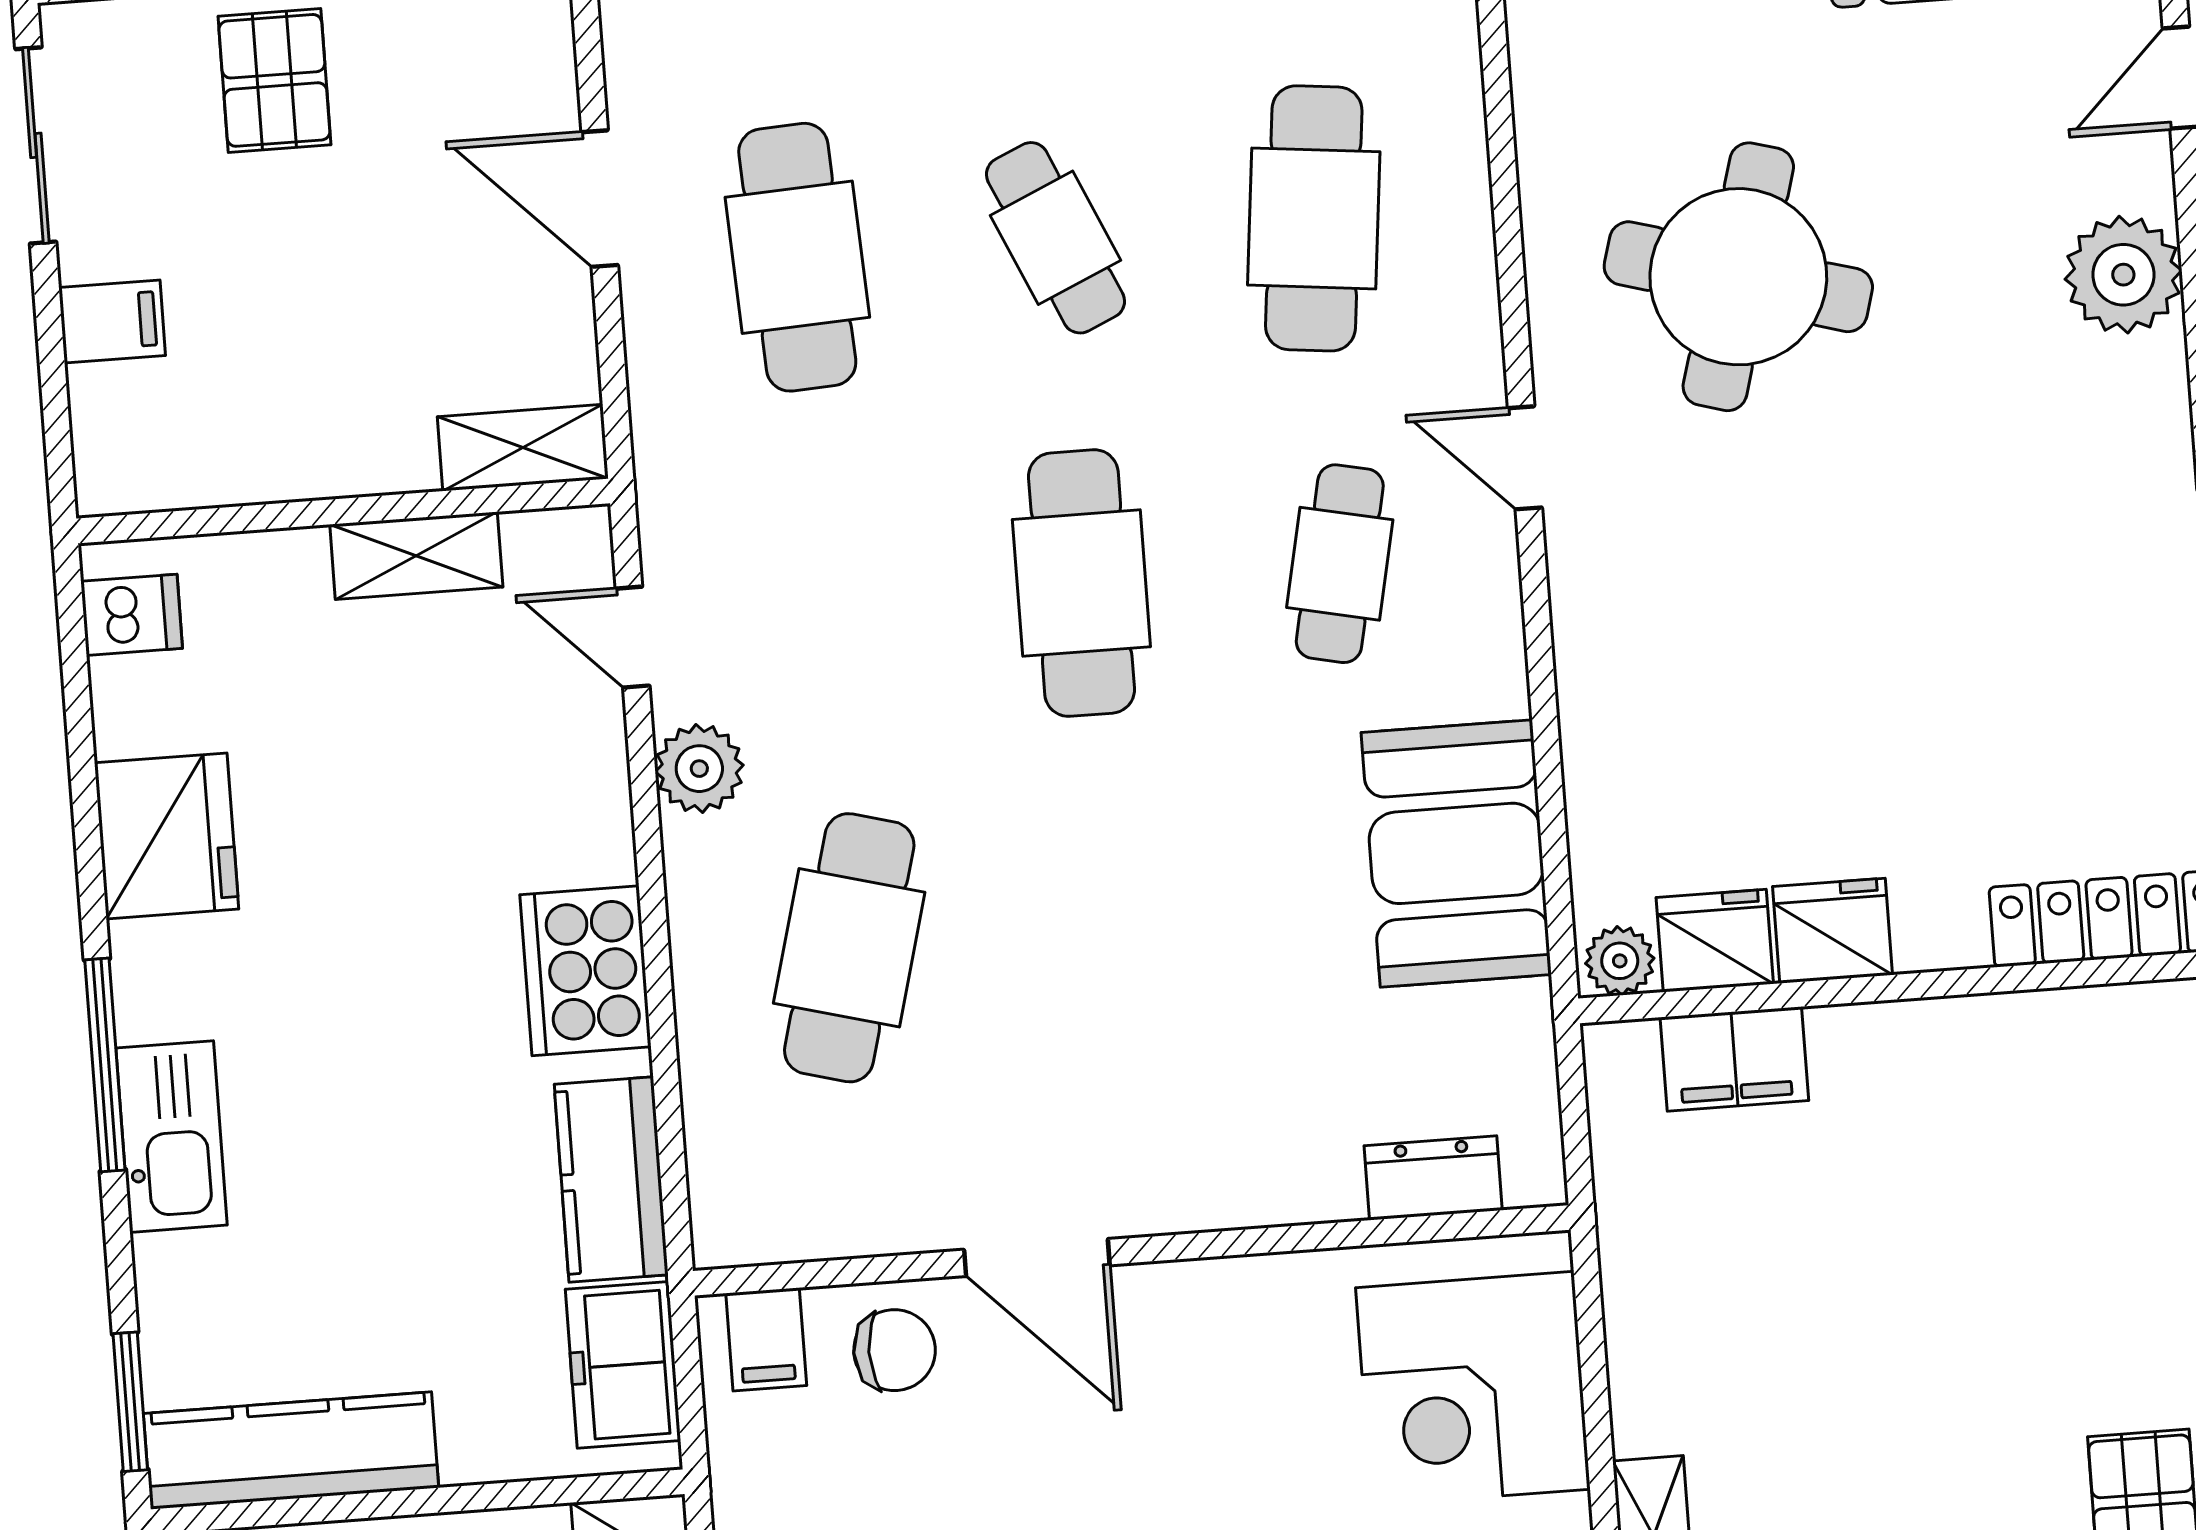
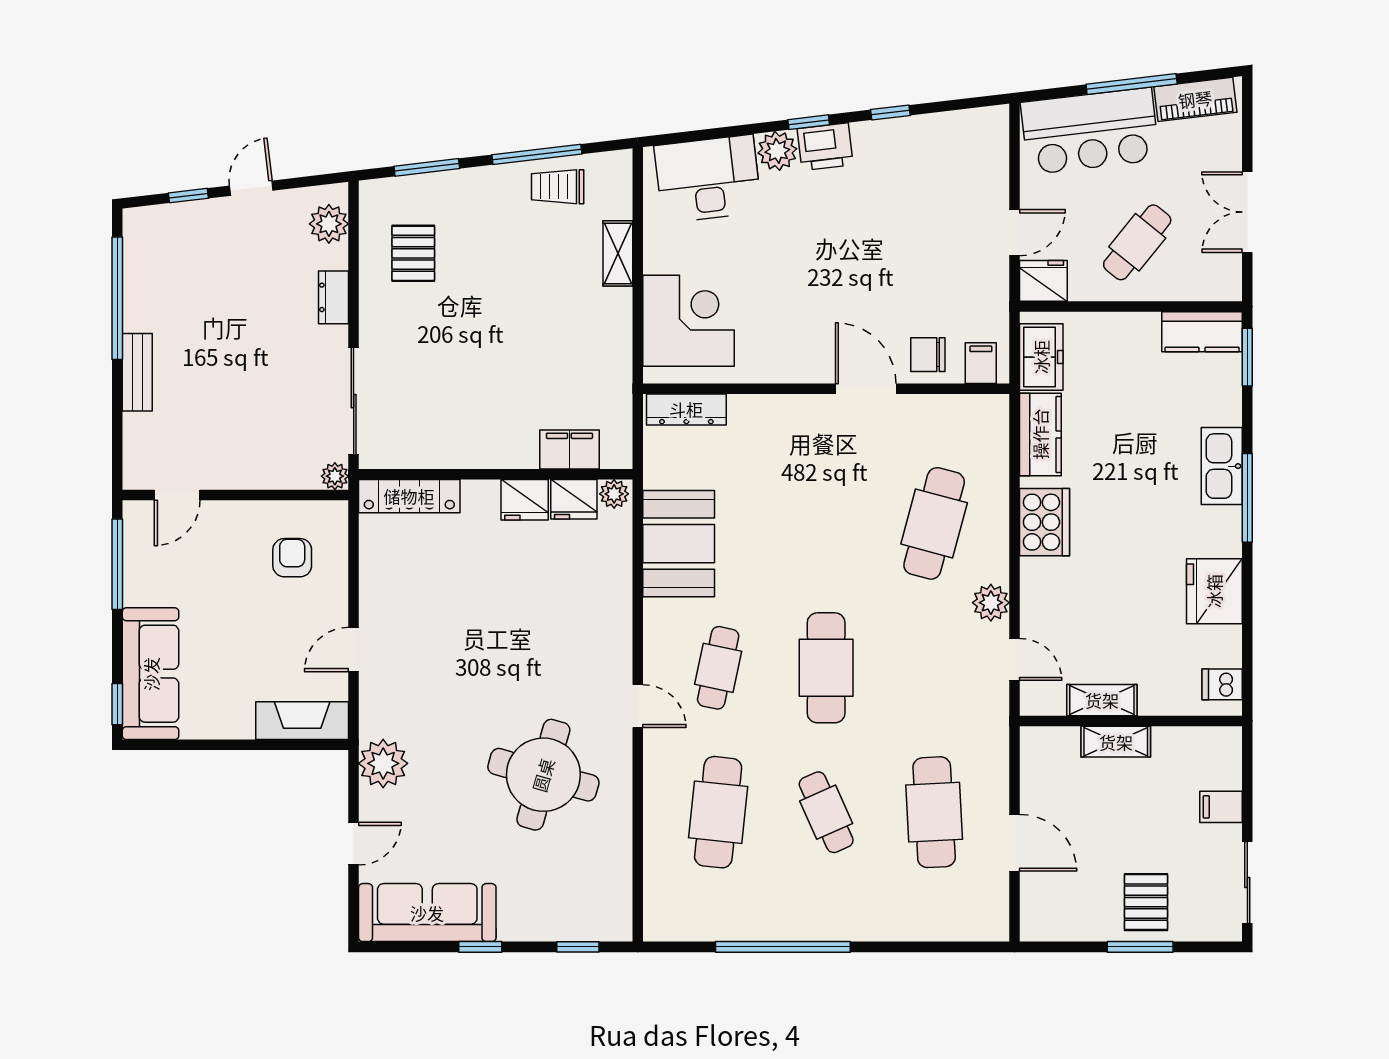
shelving: (523, 448) -> (1116, 742), moved
dresser: (1433, 1178) -> (686, 409), width x1.44
kitchen counter: (291, 1451) -> (1202, 332), width x0.67

